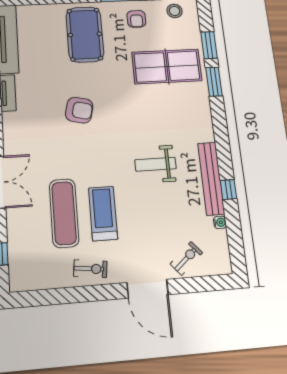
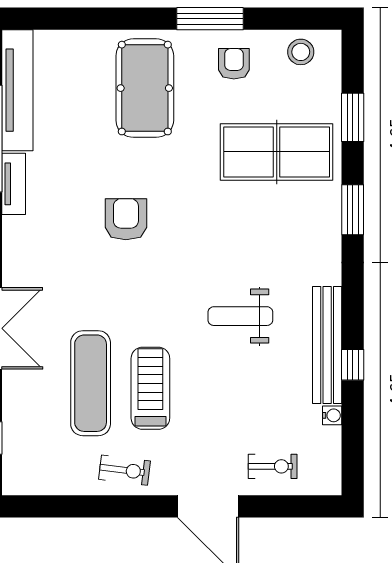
armchair: (136, 19) -> (234, 64), turned 180
window: (214, 82) -> (353, 210), moved
armchair: (79, 110) -> (126, 219), turned -103
exercise bike: (186, 258) -> (273, 466), turned 41

